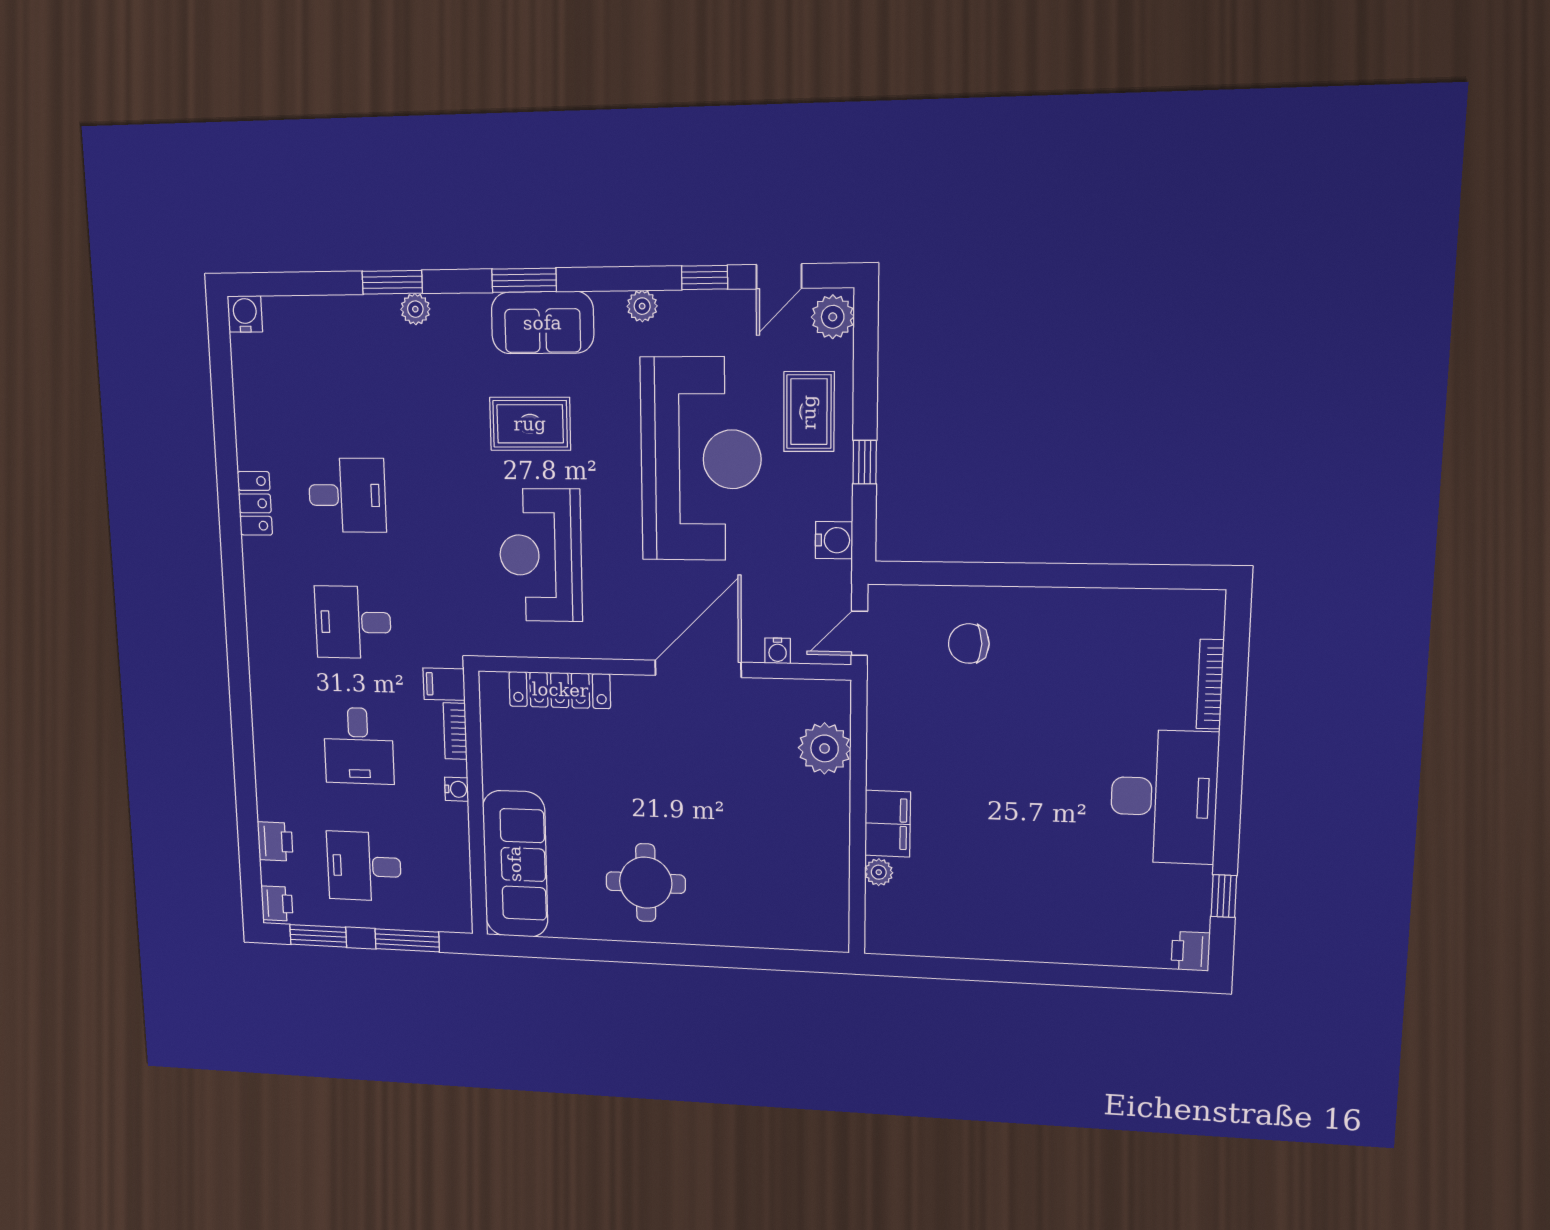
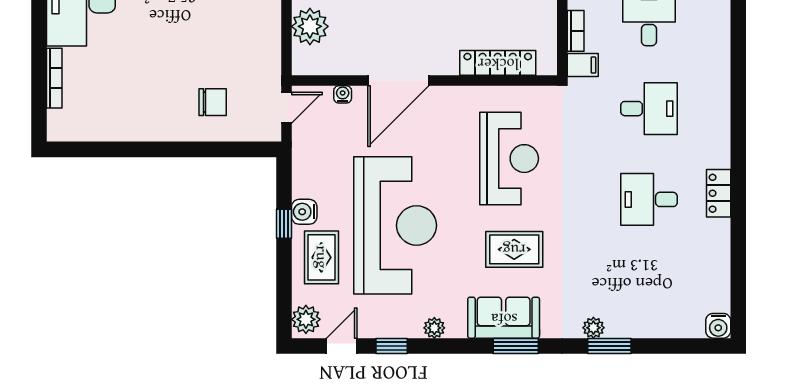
reception desk: (701, 459) -> (395, 225), turned 180
water cooler: (834, 540) -> (304, 212), moved

